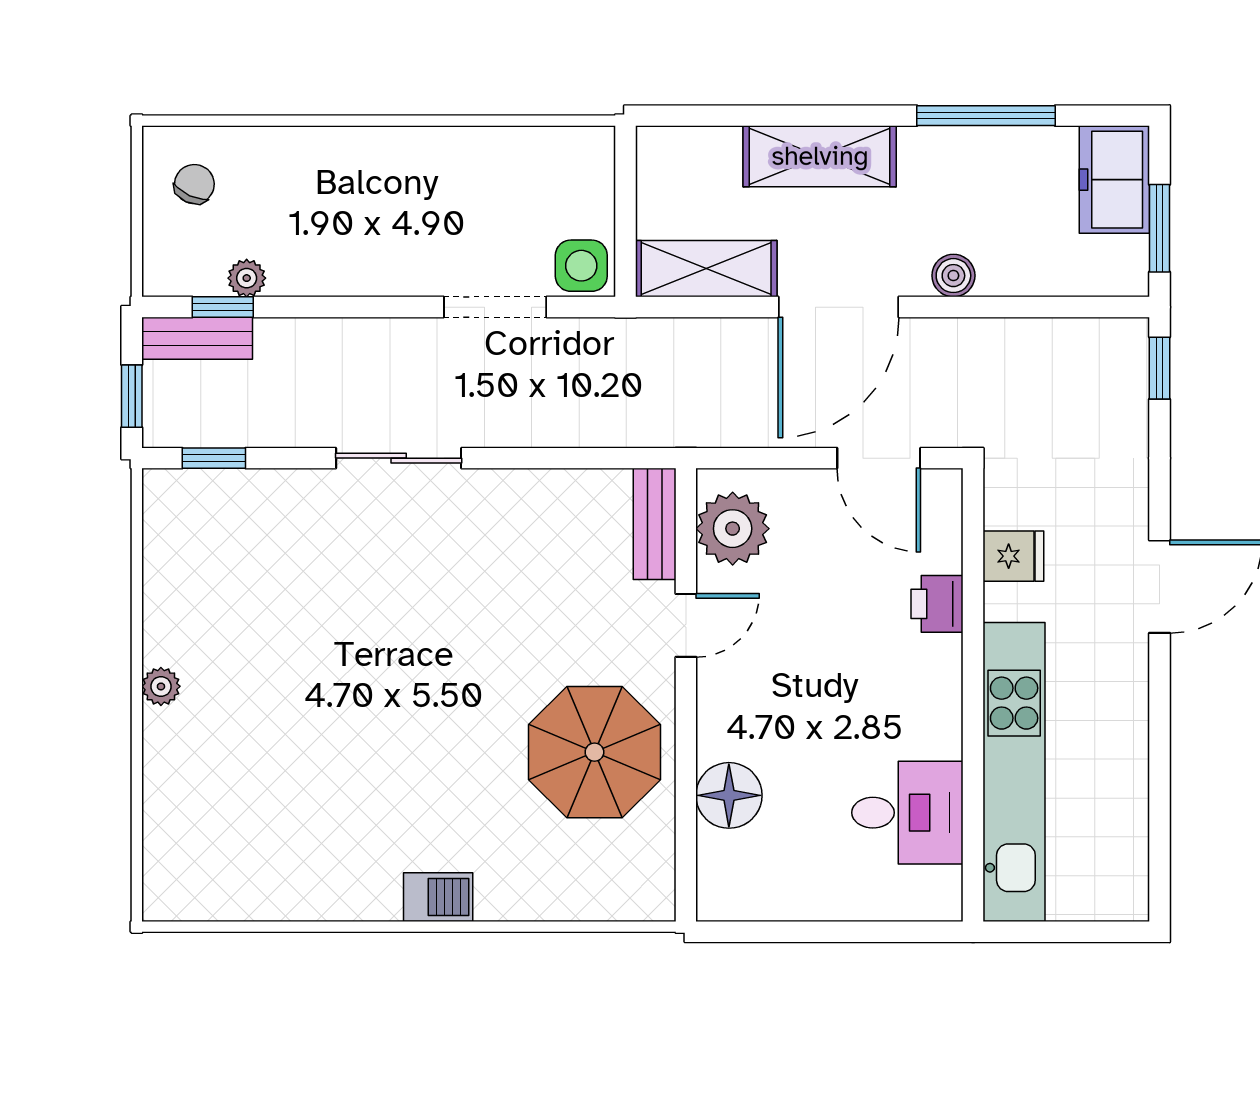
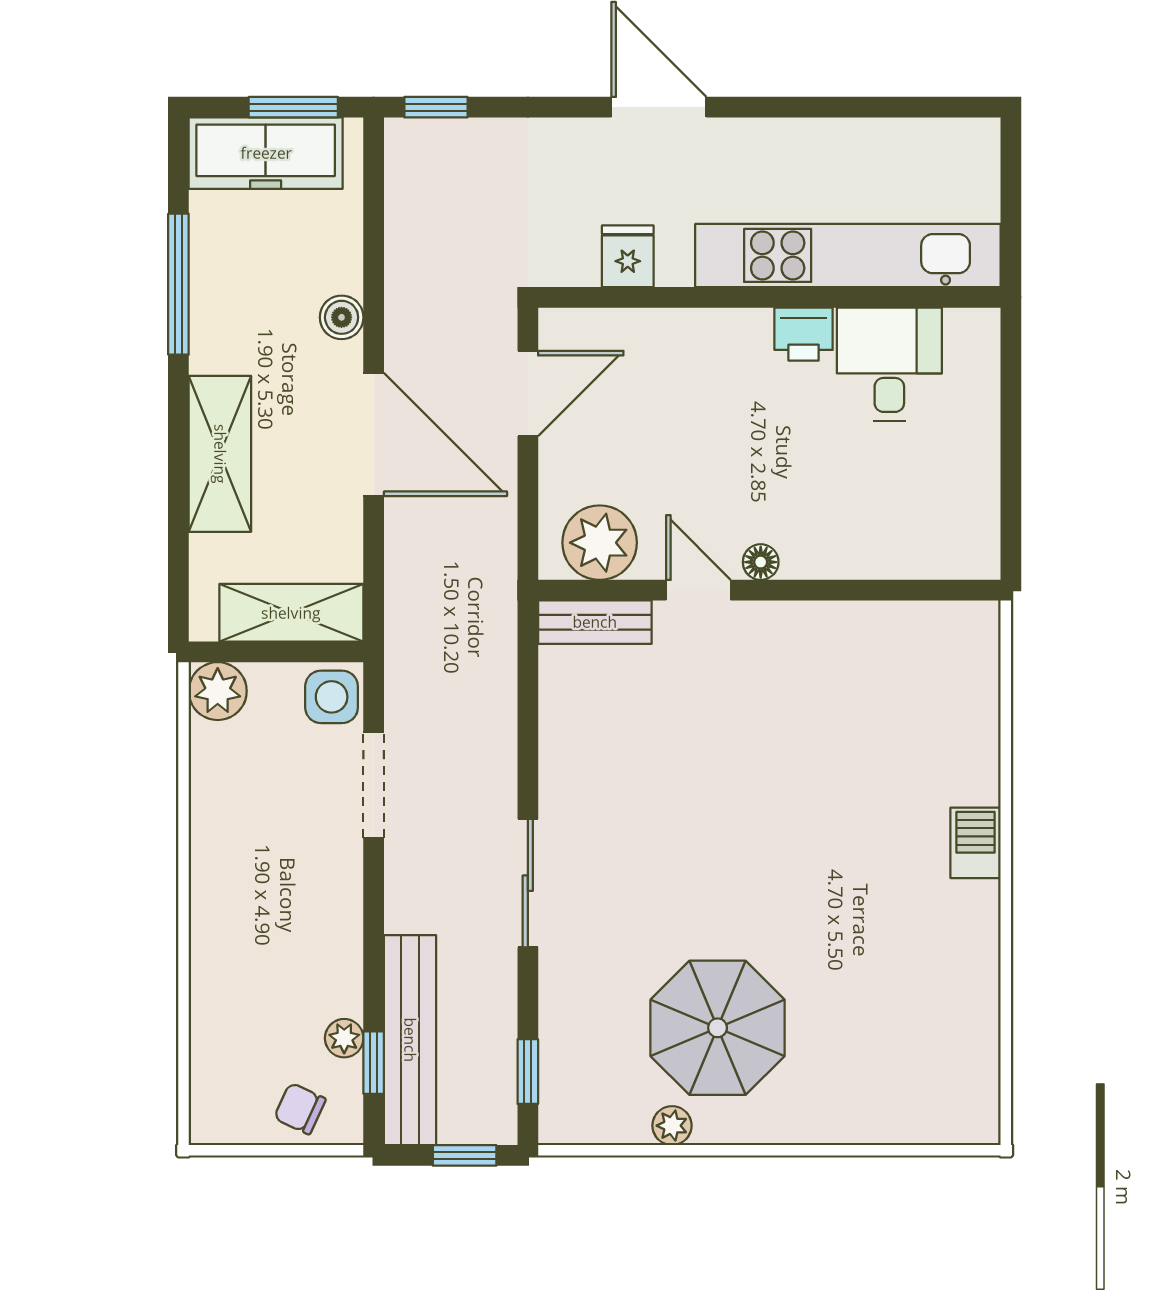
plant: (587, 154) -> (218, 691), added
freezer: (1114, 180) -> (266, 153), width x1.40
chair: (194, 184) -> (300, 1109), moved
shelving: (706, 269) -> (291, 613), moved, turned 90
bench: (197, 338) -> (410, 1040), width x1.86, depth x1.21
printer: (937, 604) -> (804, 334), moved
plant: (161, 686) -> (672, 1126), moved
parasol: (594, 752) -> (718, 1028), moved
floor lamp: (729, 795) -> (761, 562), moved, width x0.53, depth x0.53

